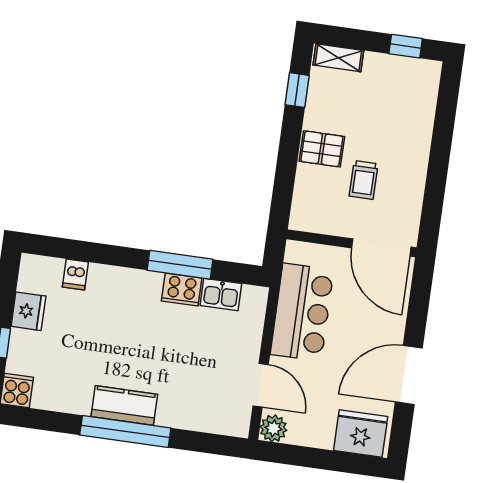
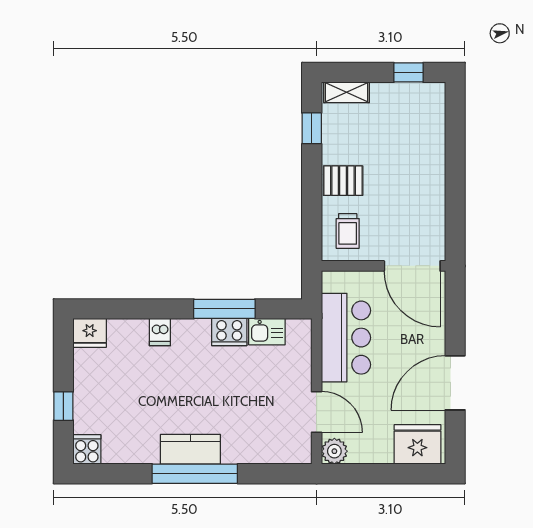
trolley: (364, 180) -> (348, 231), moved
dishwasher: (75, 274) -> (160, 332), moved
fridge: (28, 311) -> (90, 333), moved, turned 90

